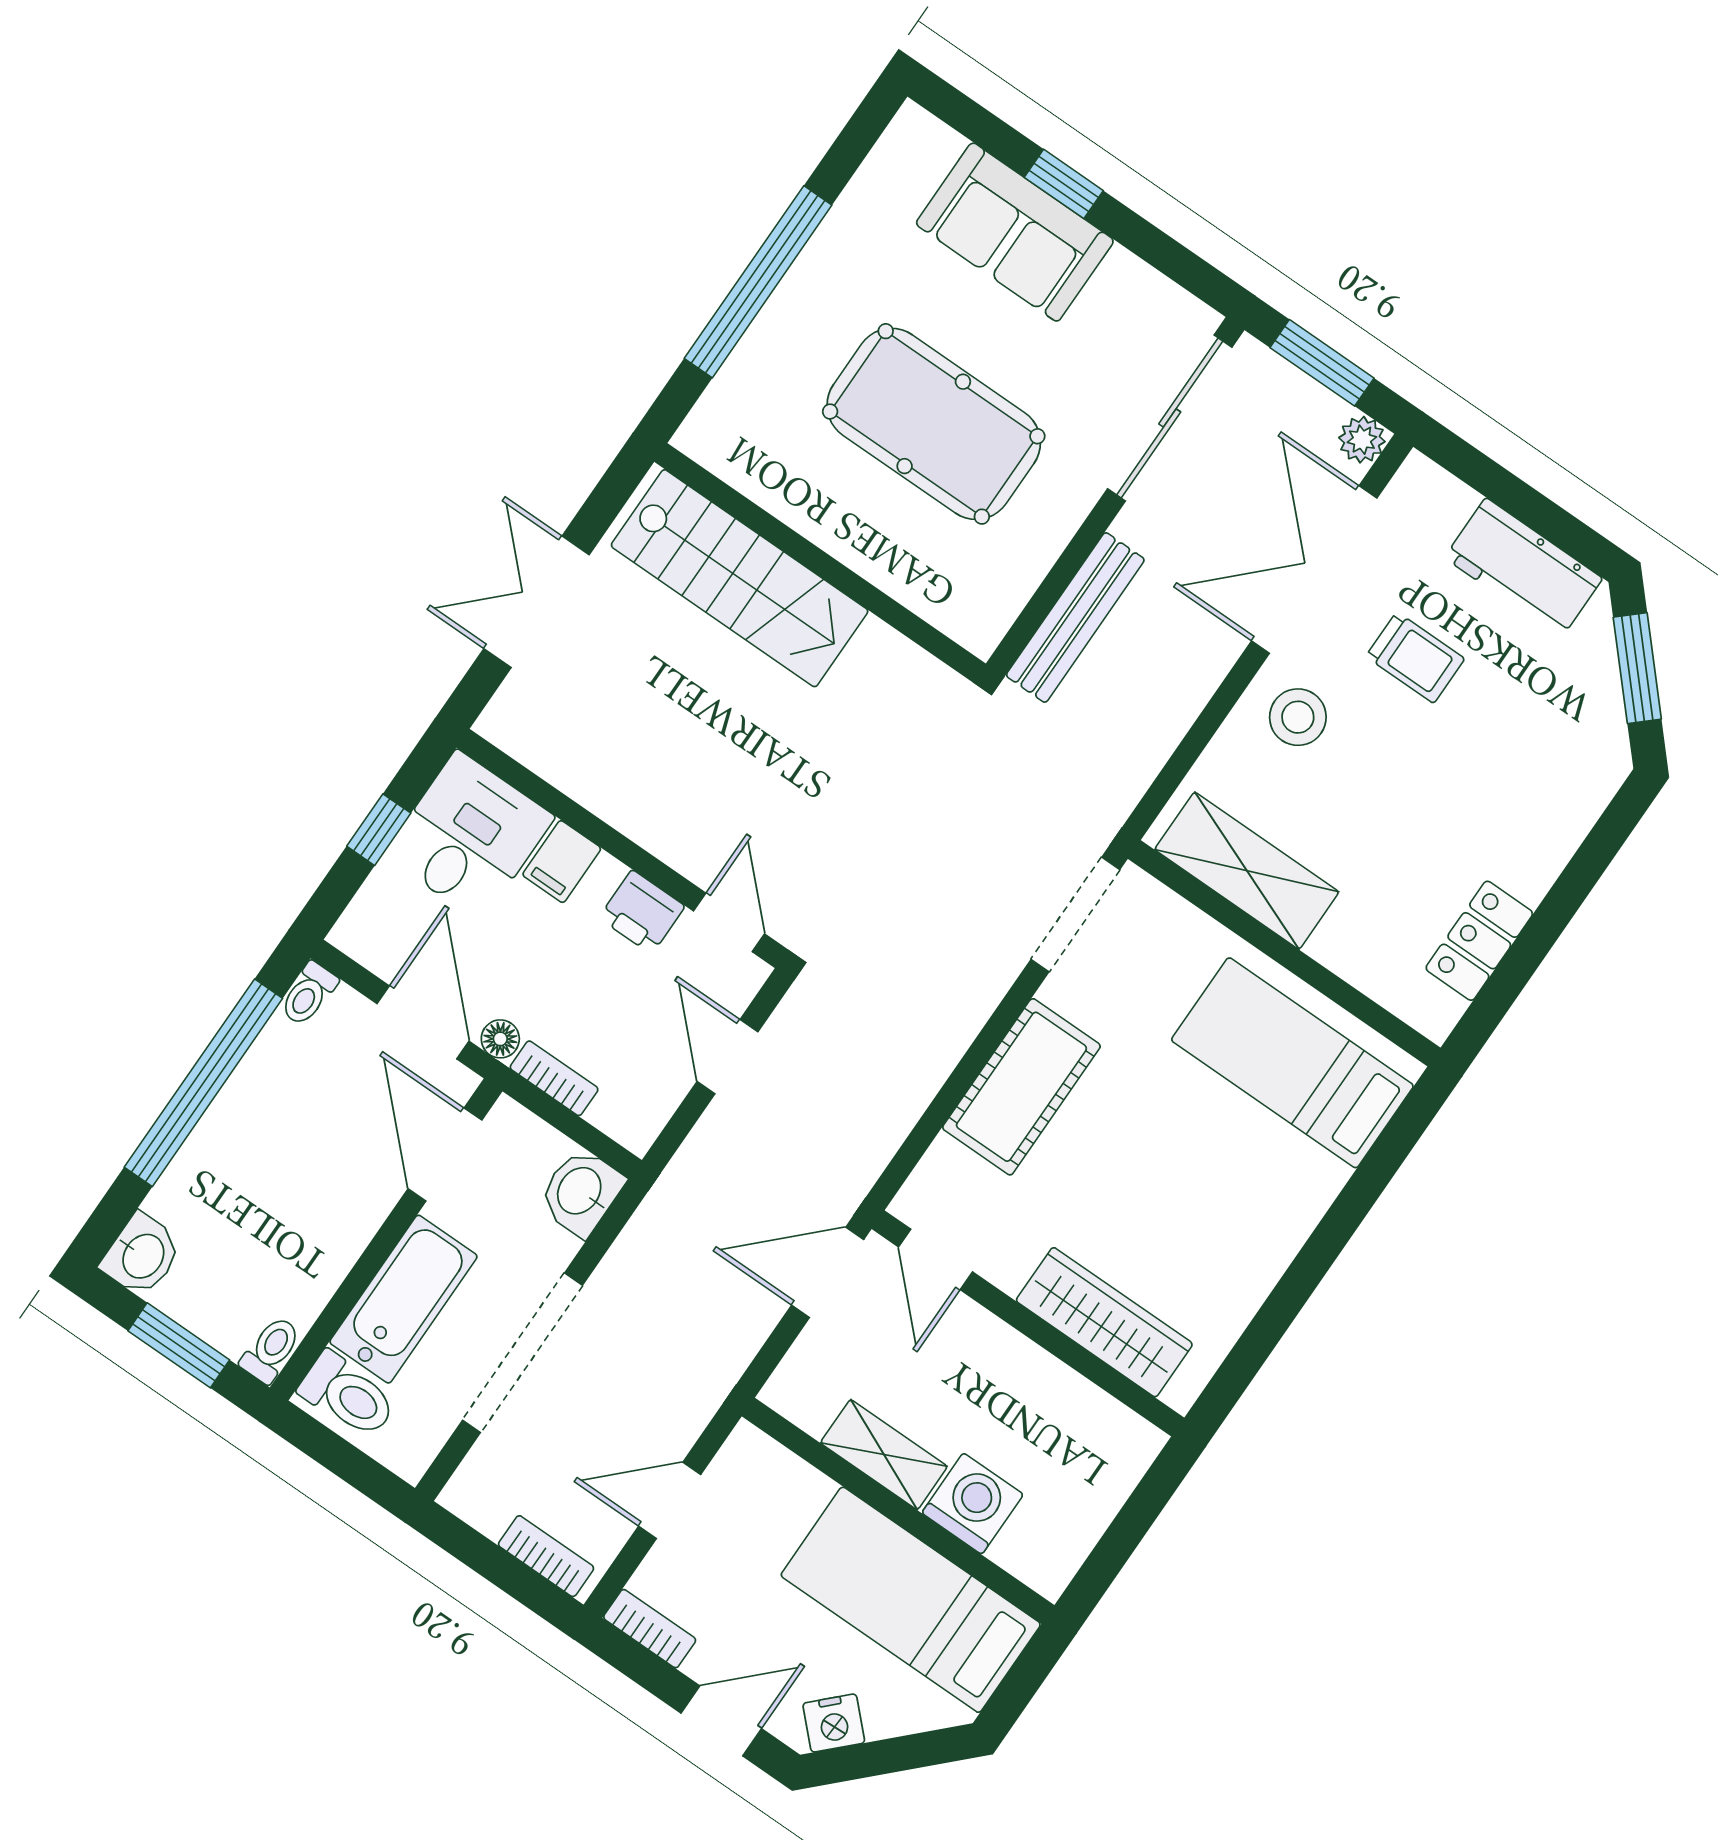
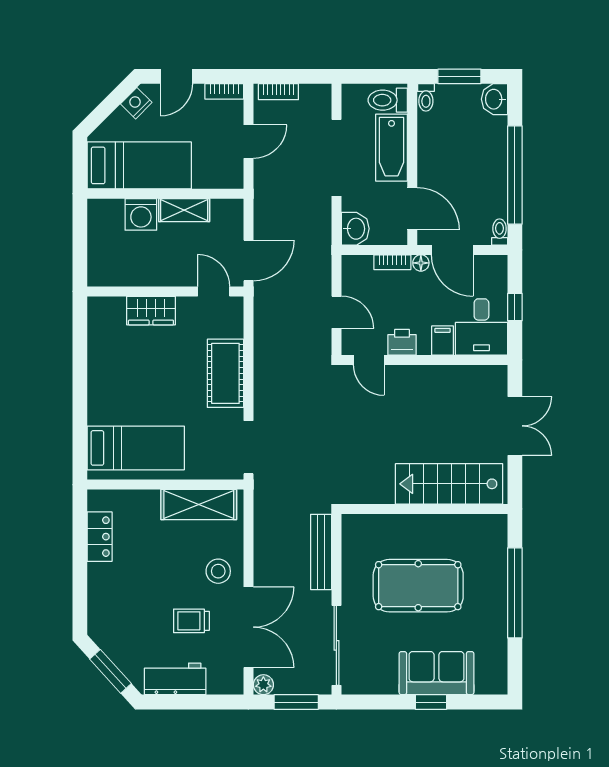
wardrobe: (1104, 1322) -> (151, 311), width x0.67

